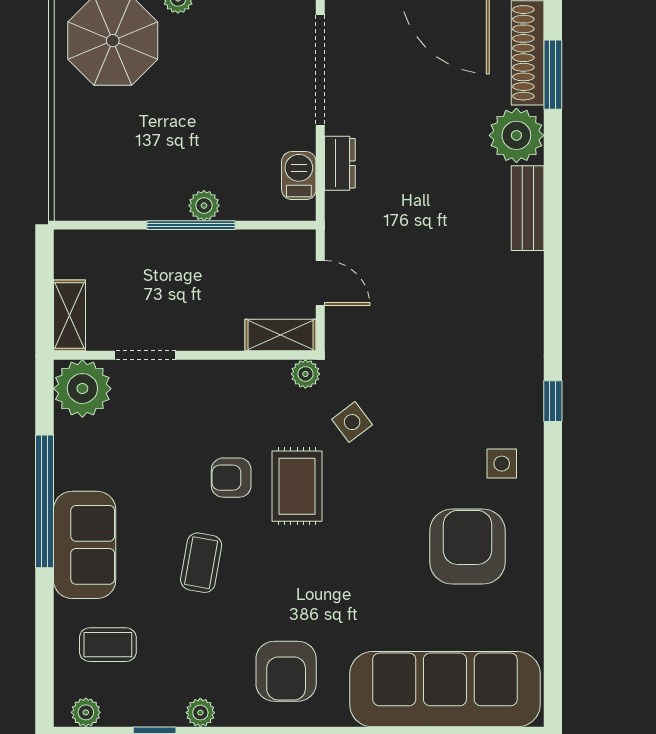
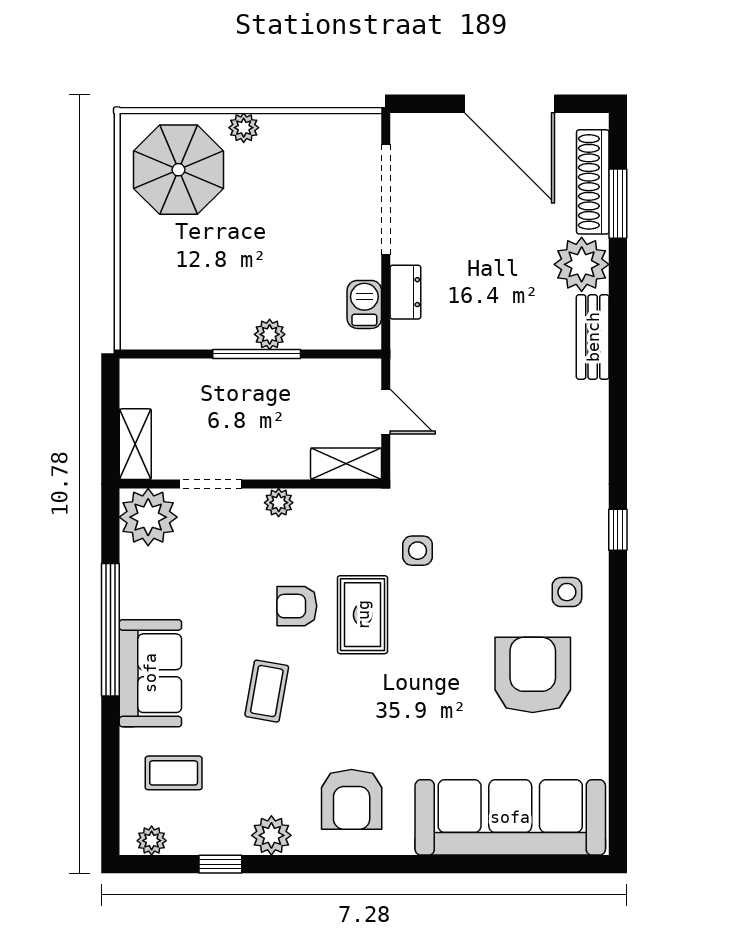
plant: (305, 374) -> (279, 503), moved
side table: (352, 422) -> (418, 551), turned 37
plant: (200, 713) -> (271, 835), width x1.38, depth x1.38

